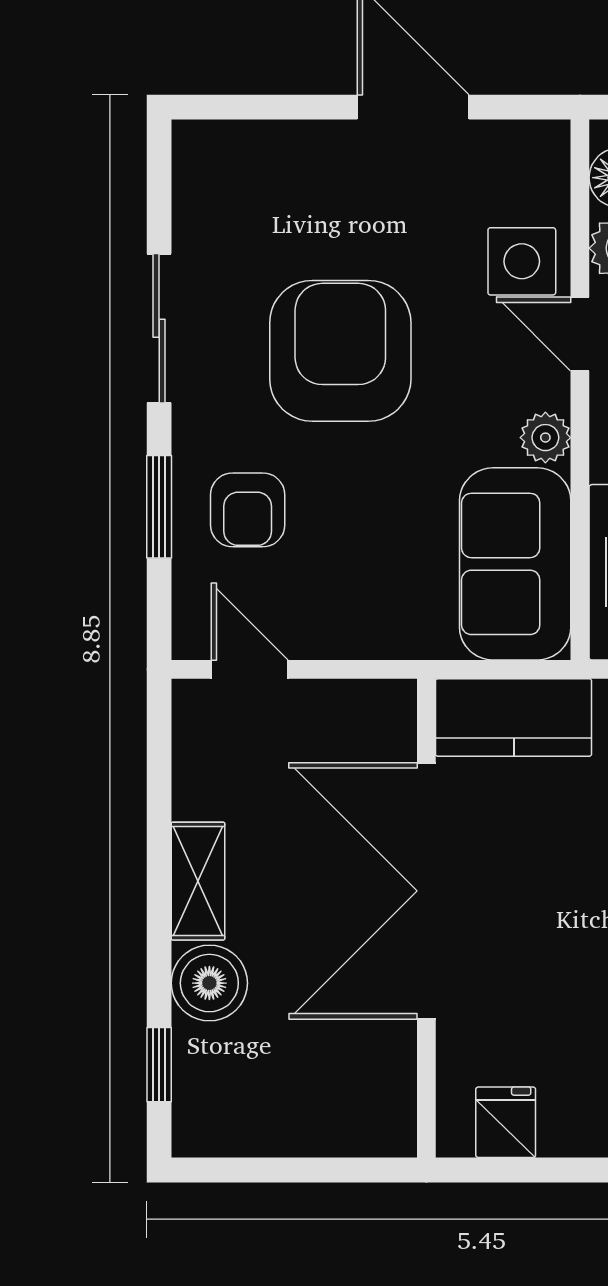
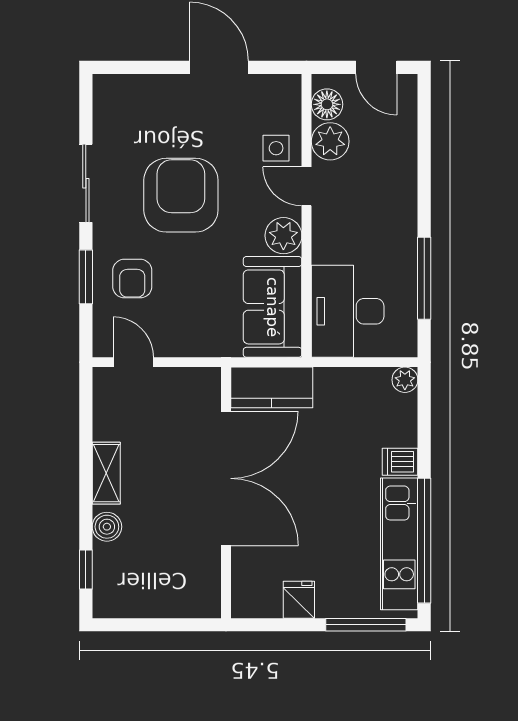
side table: (522, 261) -> (276, 148), width x0.73, depth x0.73
plant: (545, 438) -> (283, 236), width x1.38, depth x1.38
double door: (426, 891) -> (226, 478), swing flipped
boiler: (209, 983) -> (107, 527), width x0.73, depth x0.73
fridge: (506, 1122) -> (299, 600), moved

